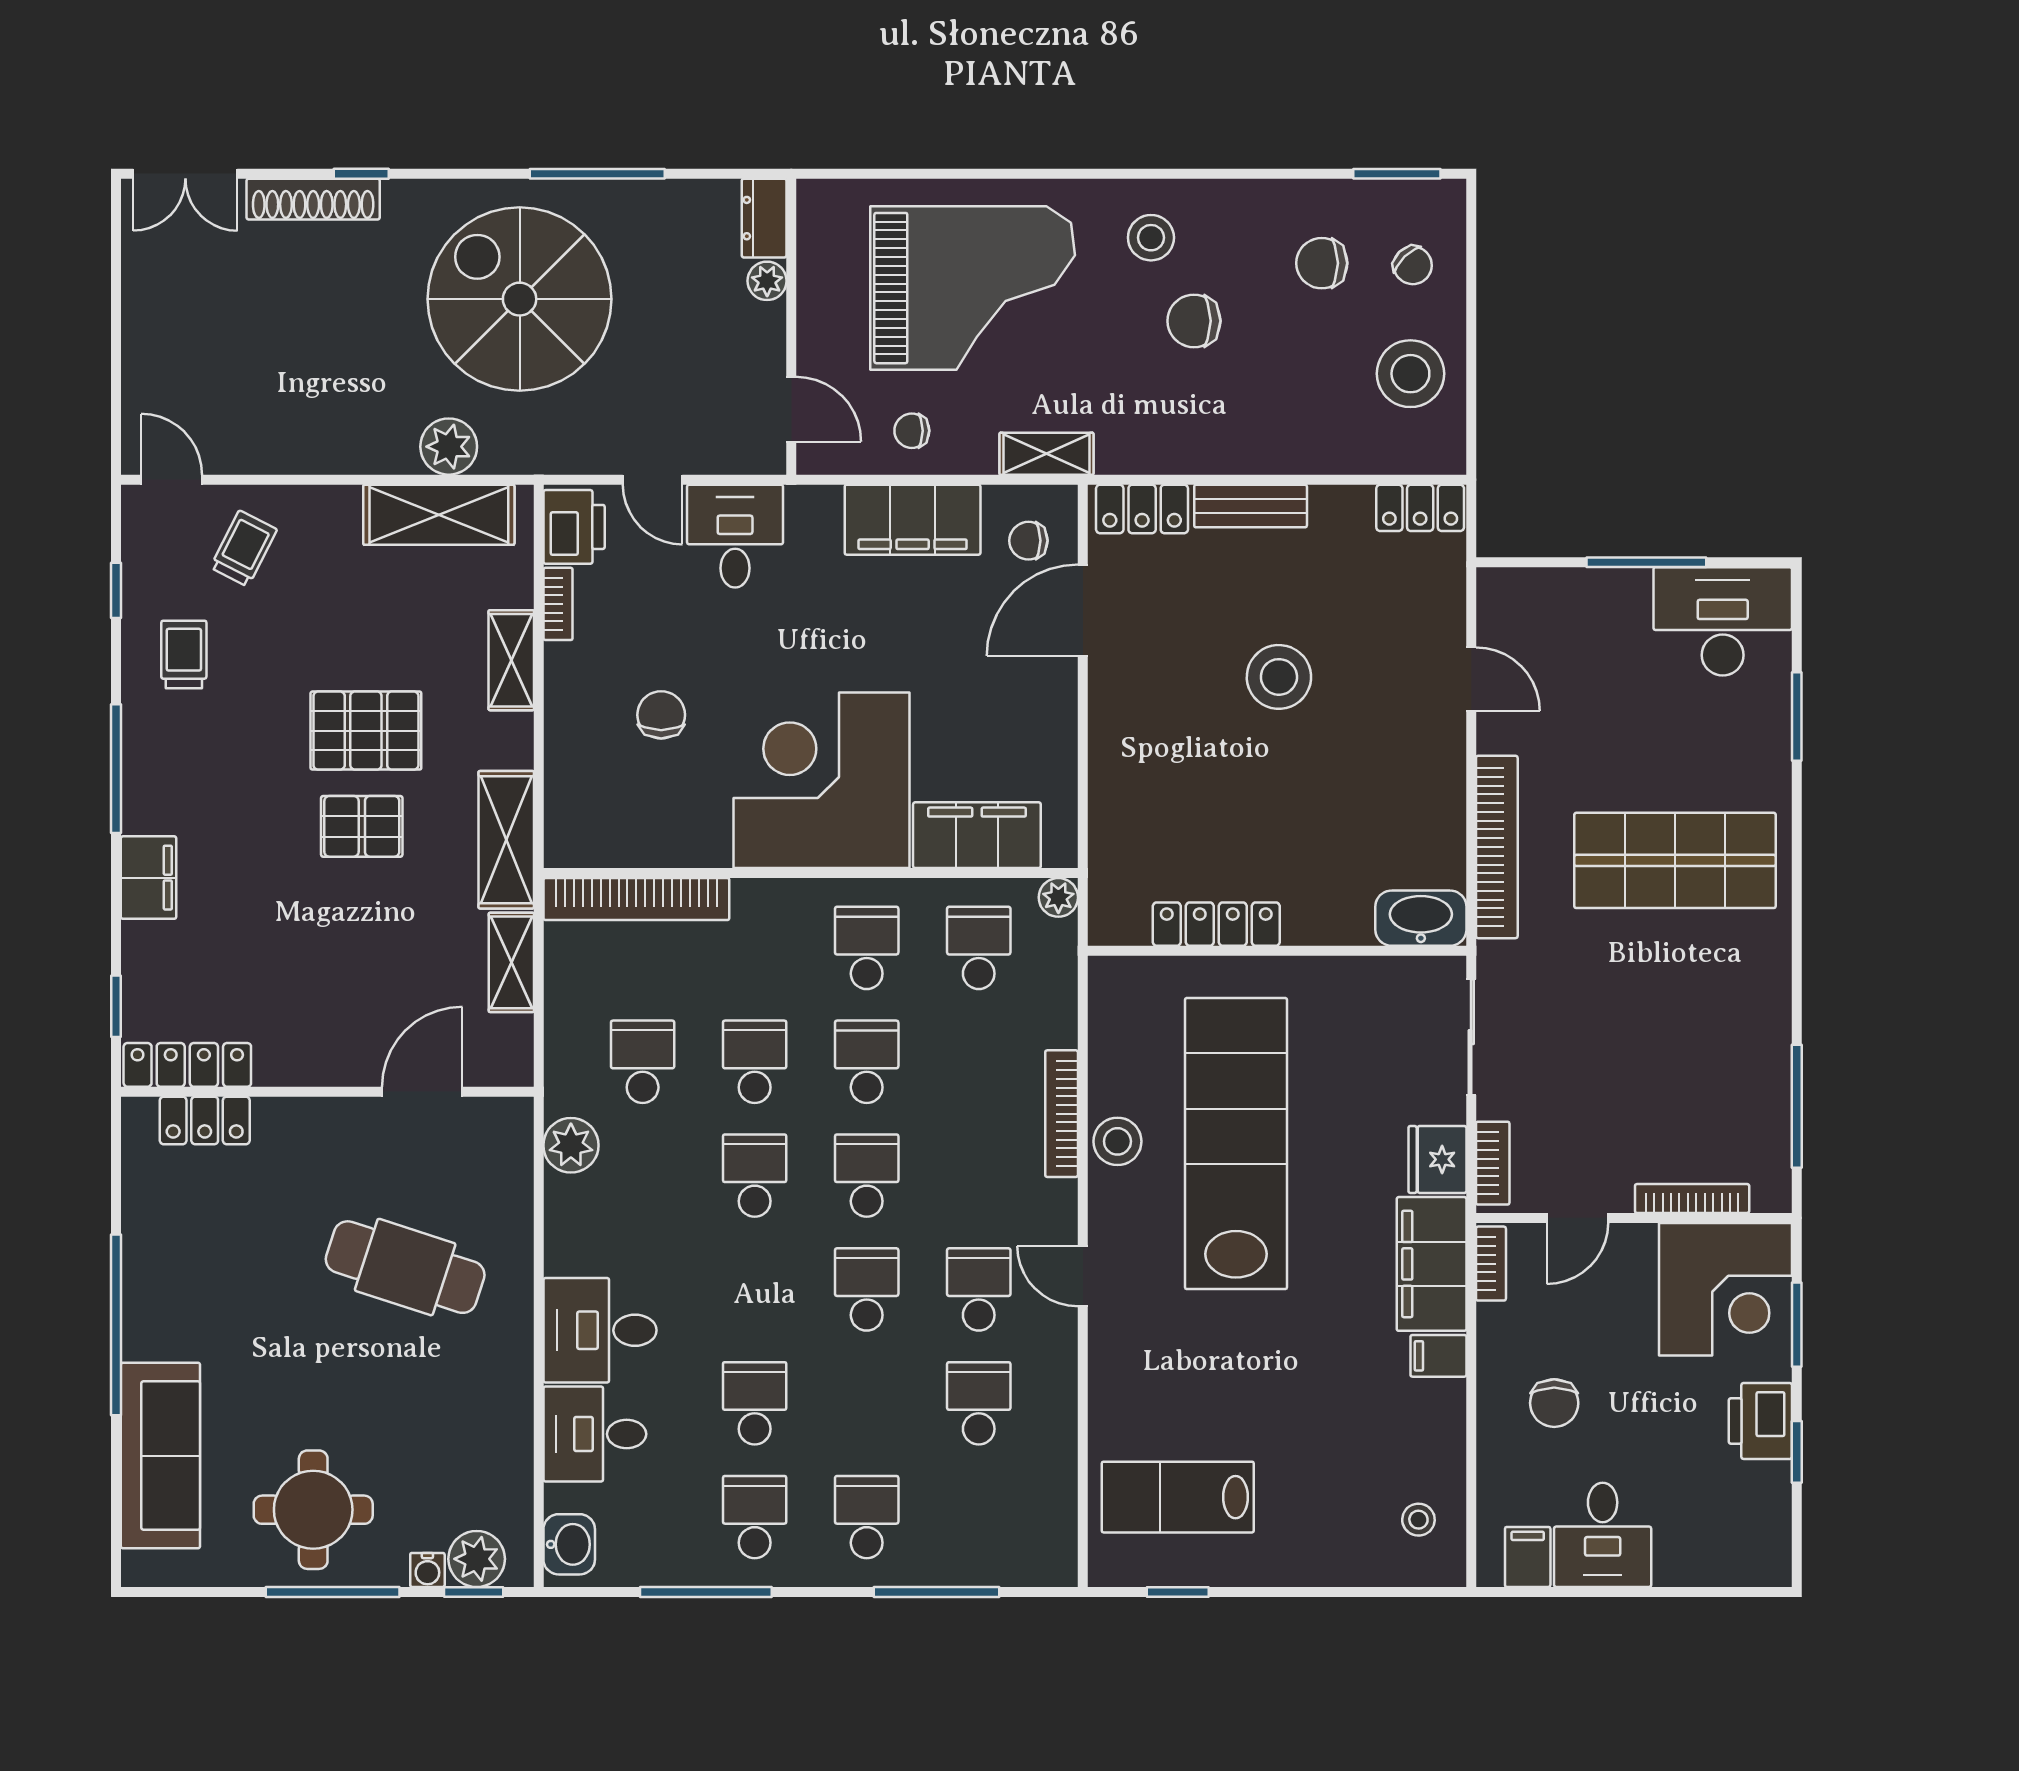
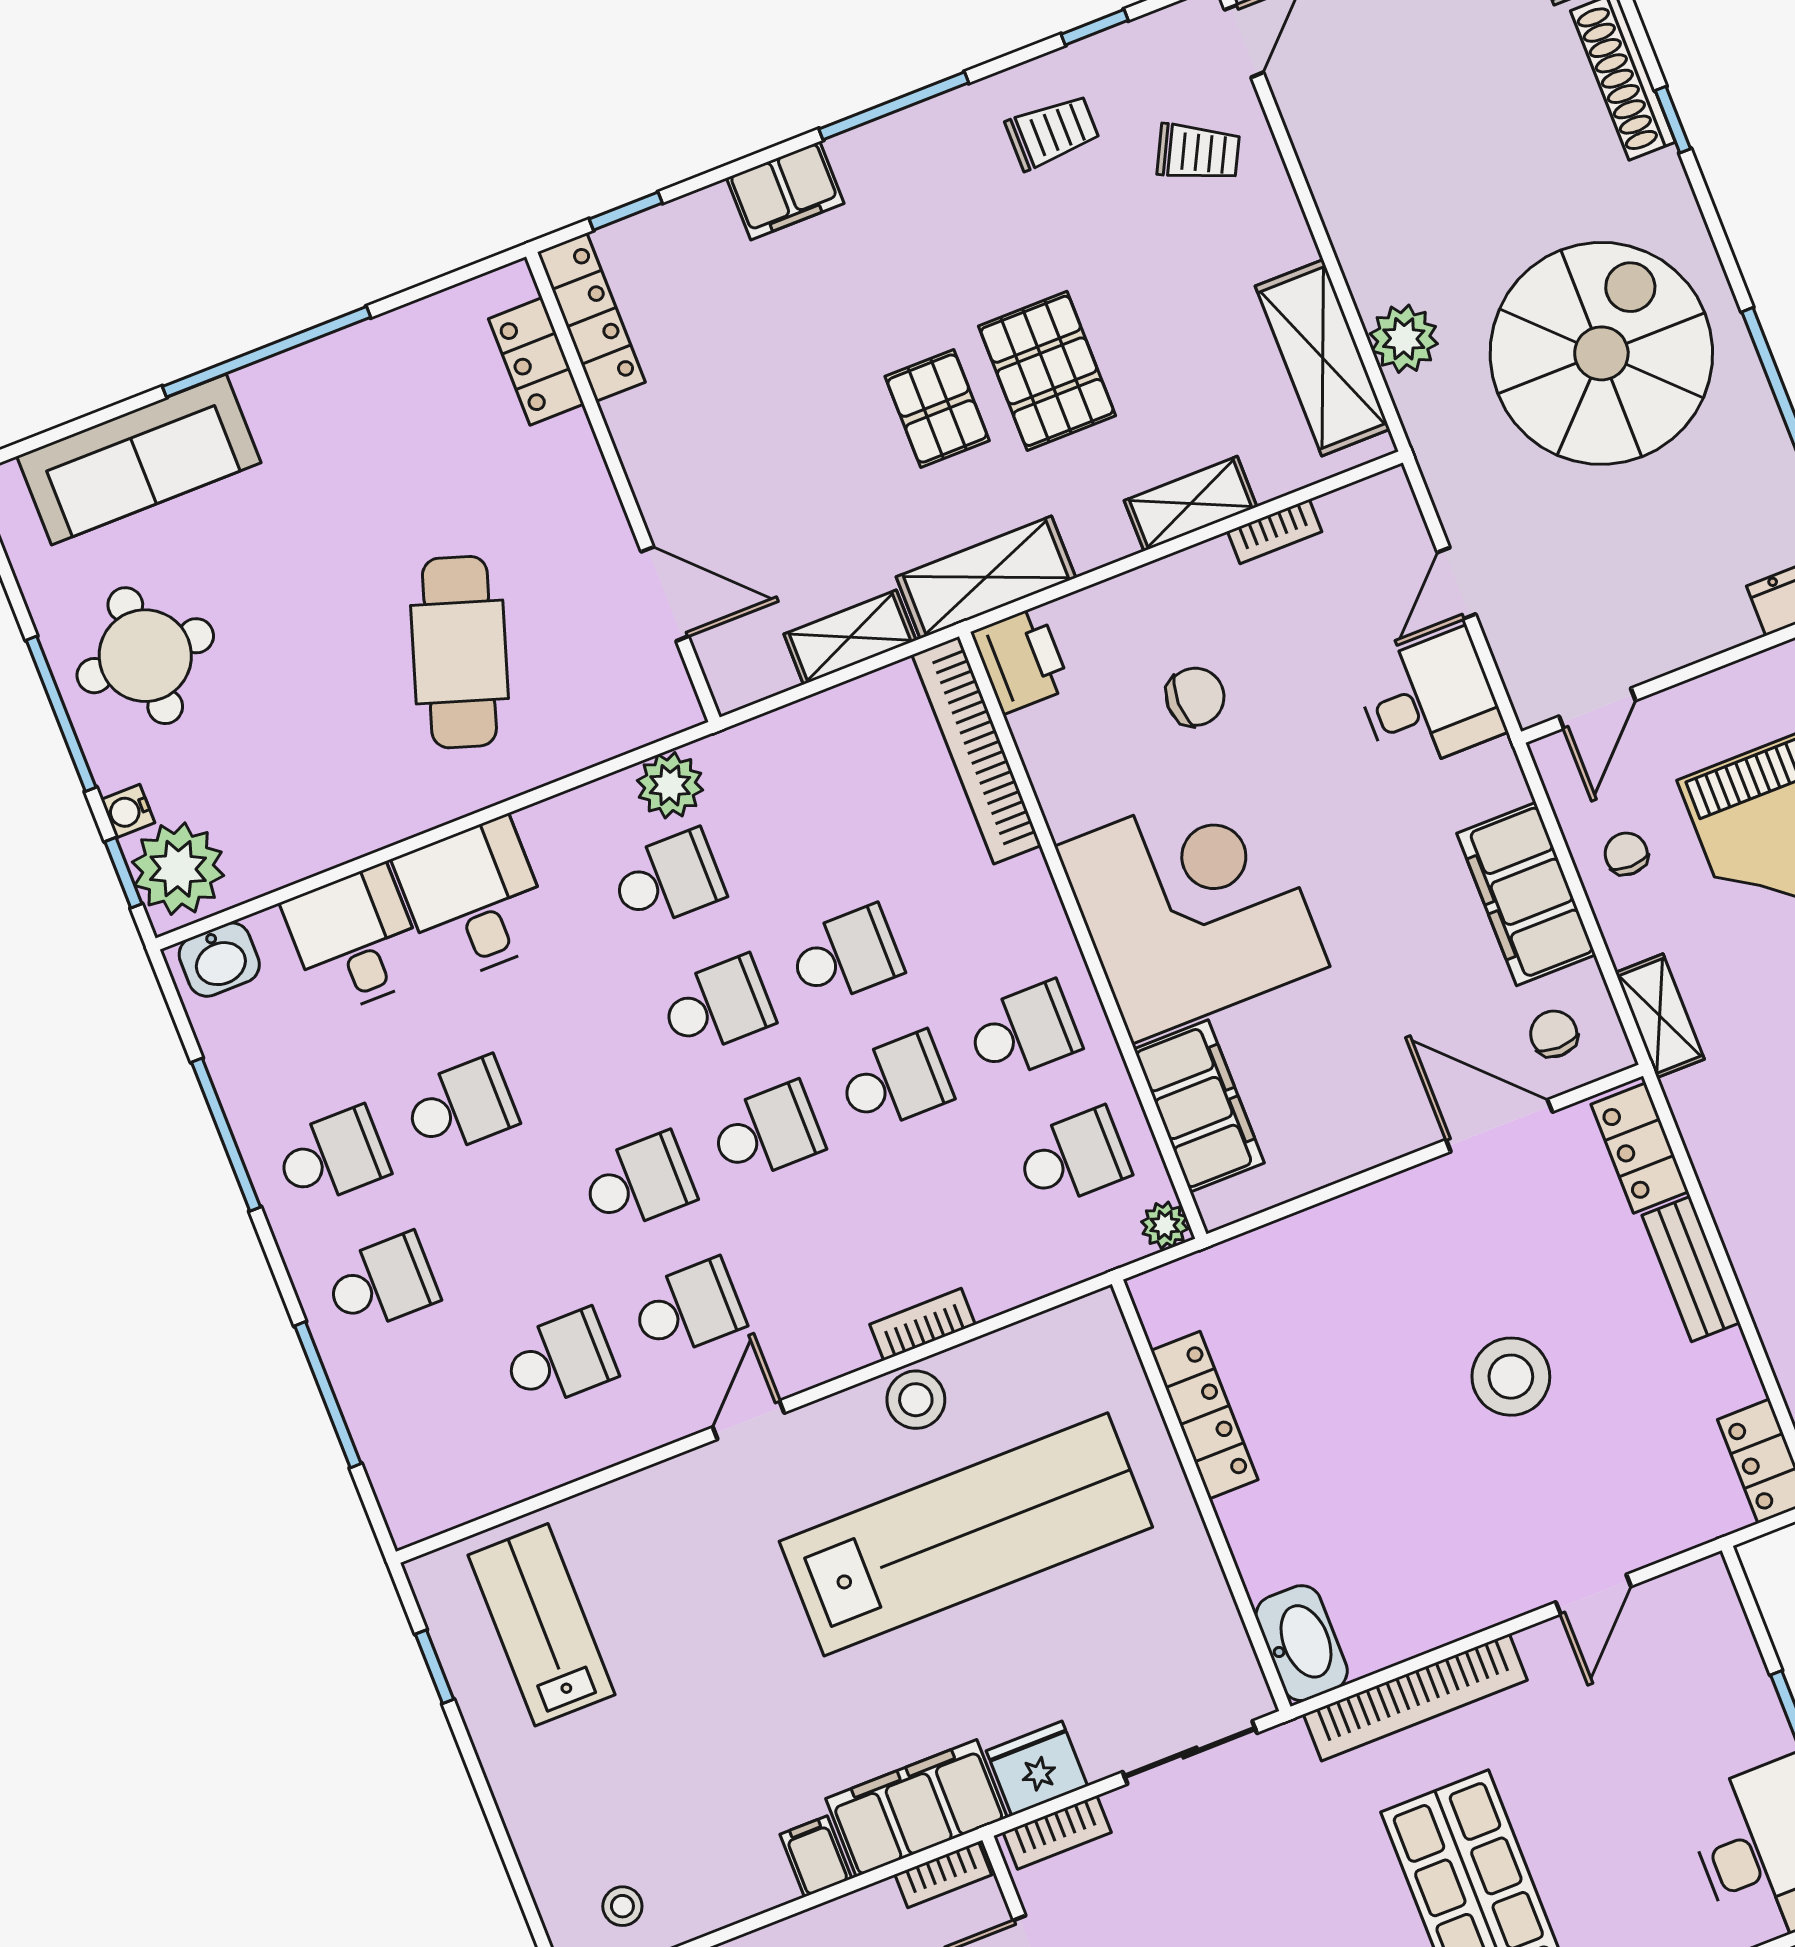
plant: (767, 281) -> (1731, 624), removed
printer: (574, 527) -> (1021, 660), moved, turned -90
school desk: (643, 1062) -> (667, 879), moved
bookcase: (1062, 1114) -> (922, 1324), width x0.64
plant: (477, 1559) -> (178, 869), width x1.36, depth x1.36

